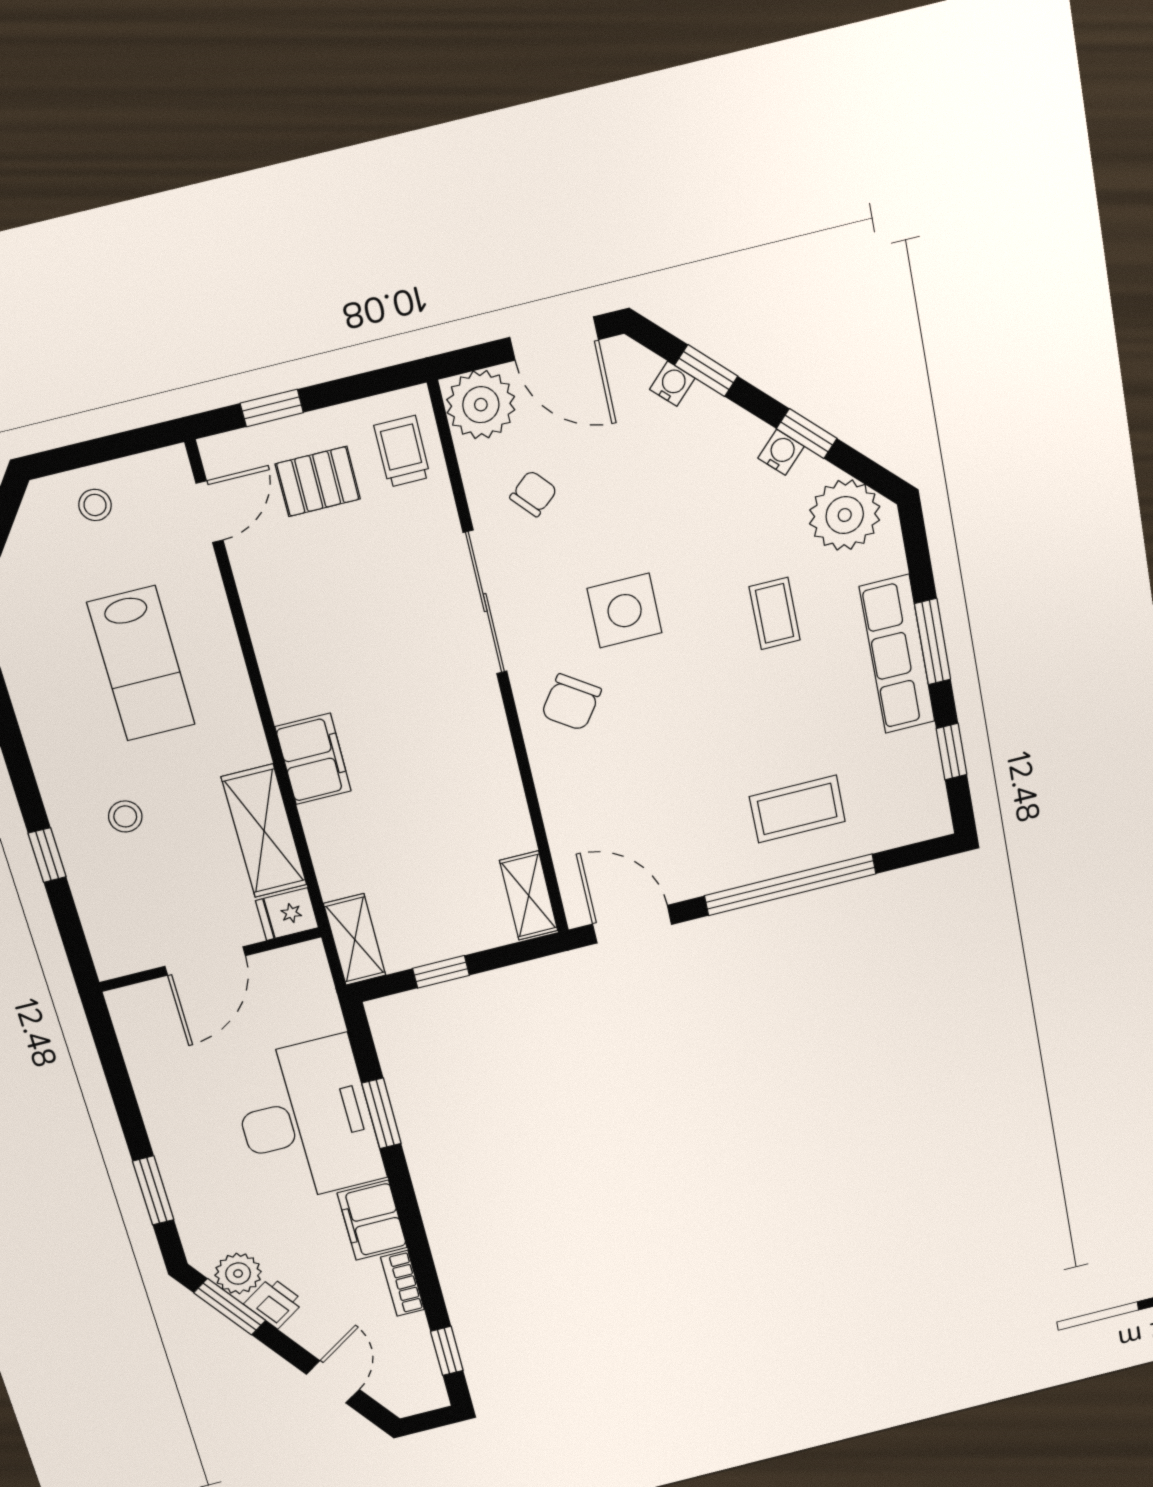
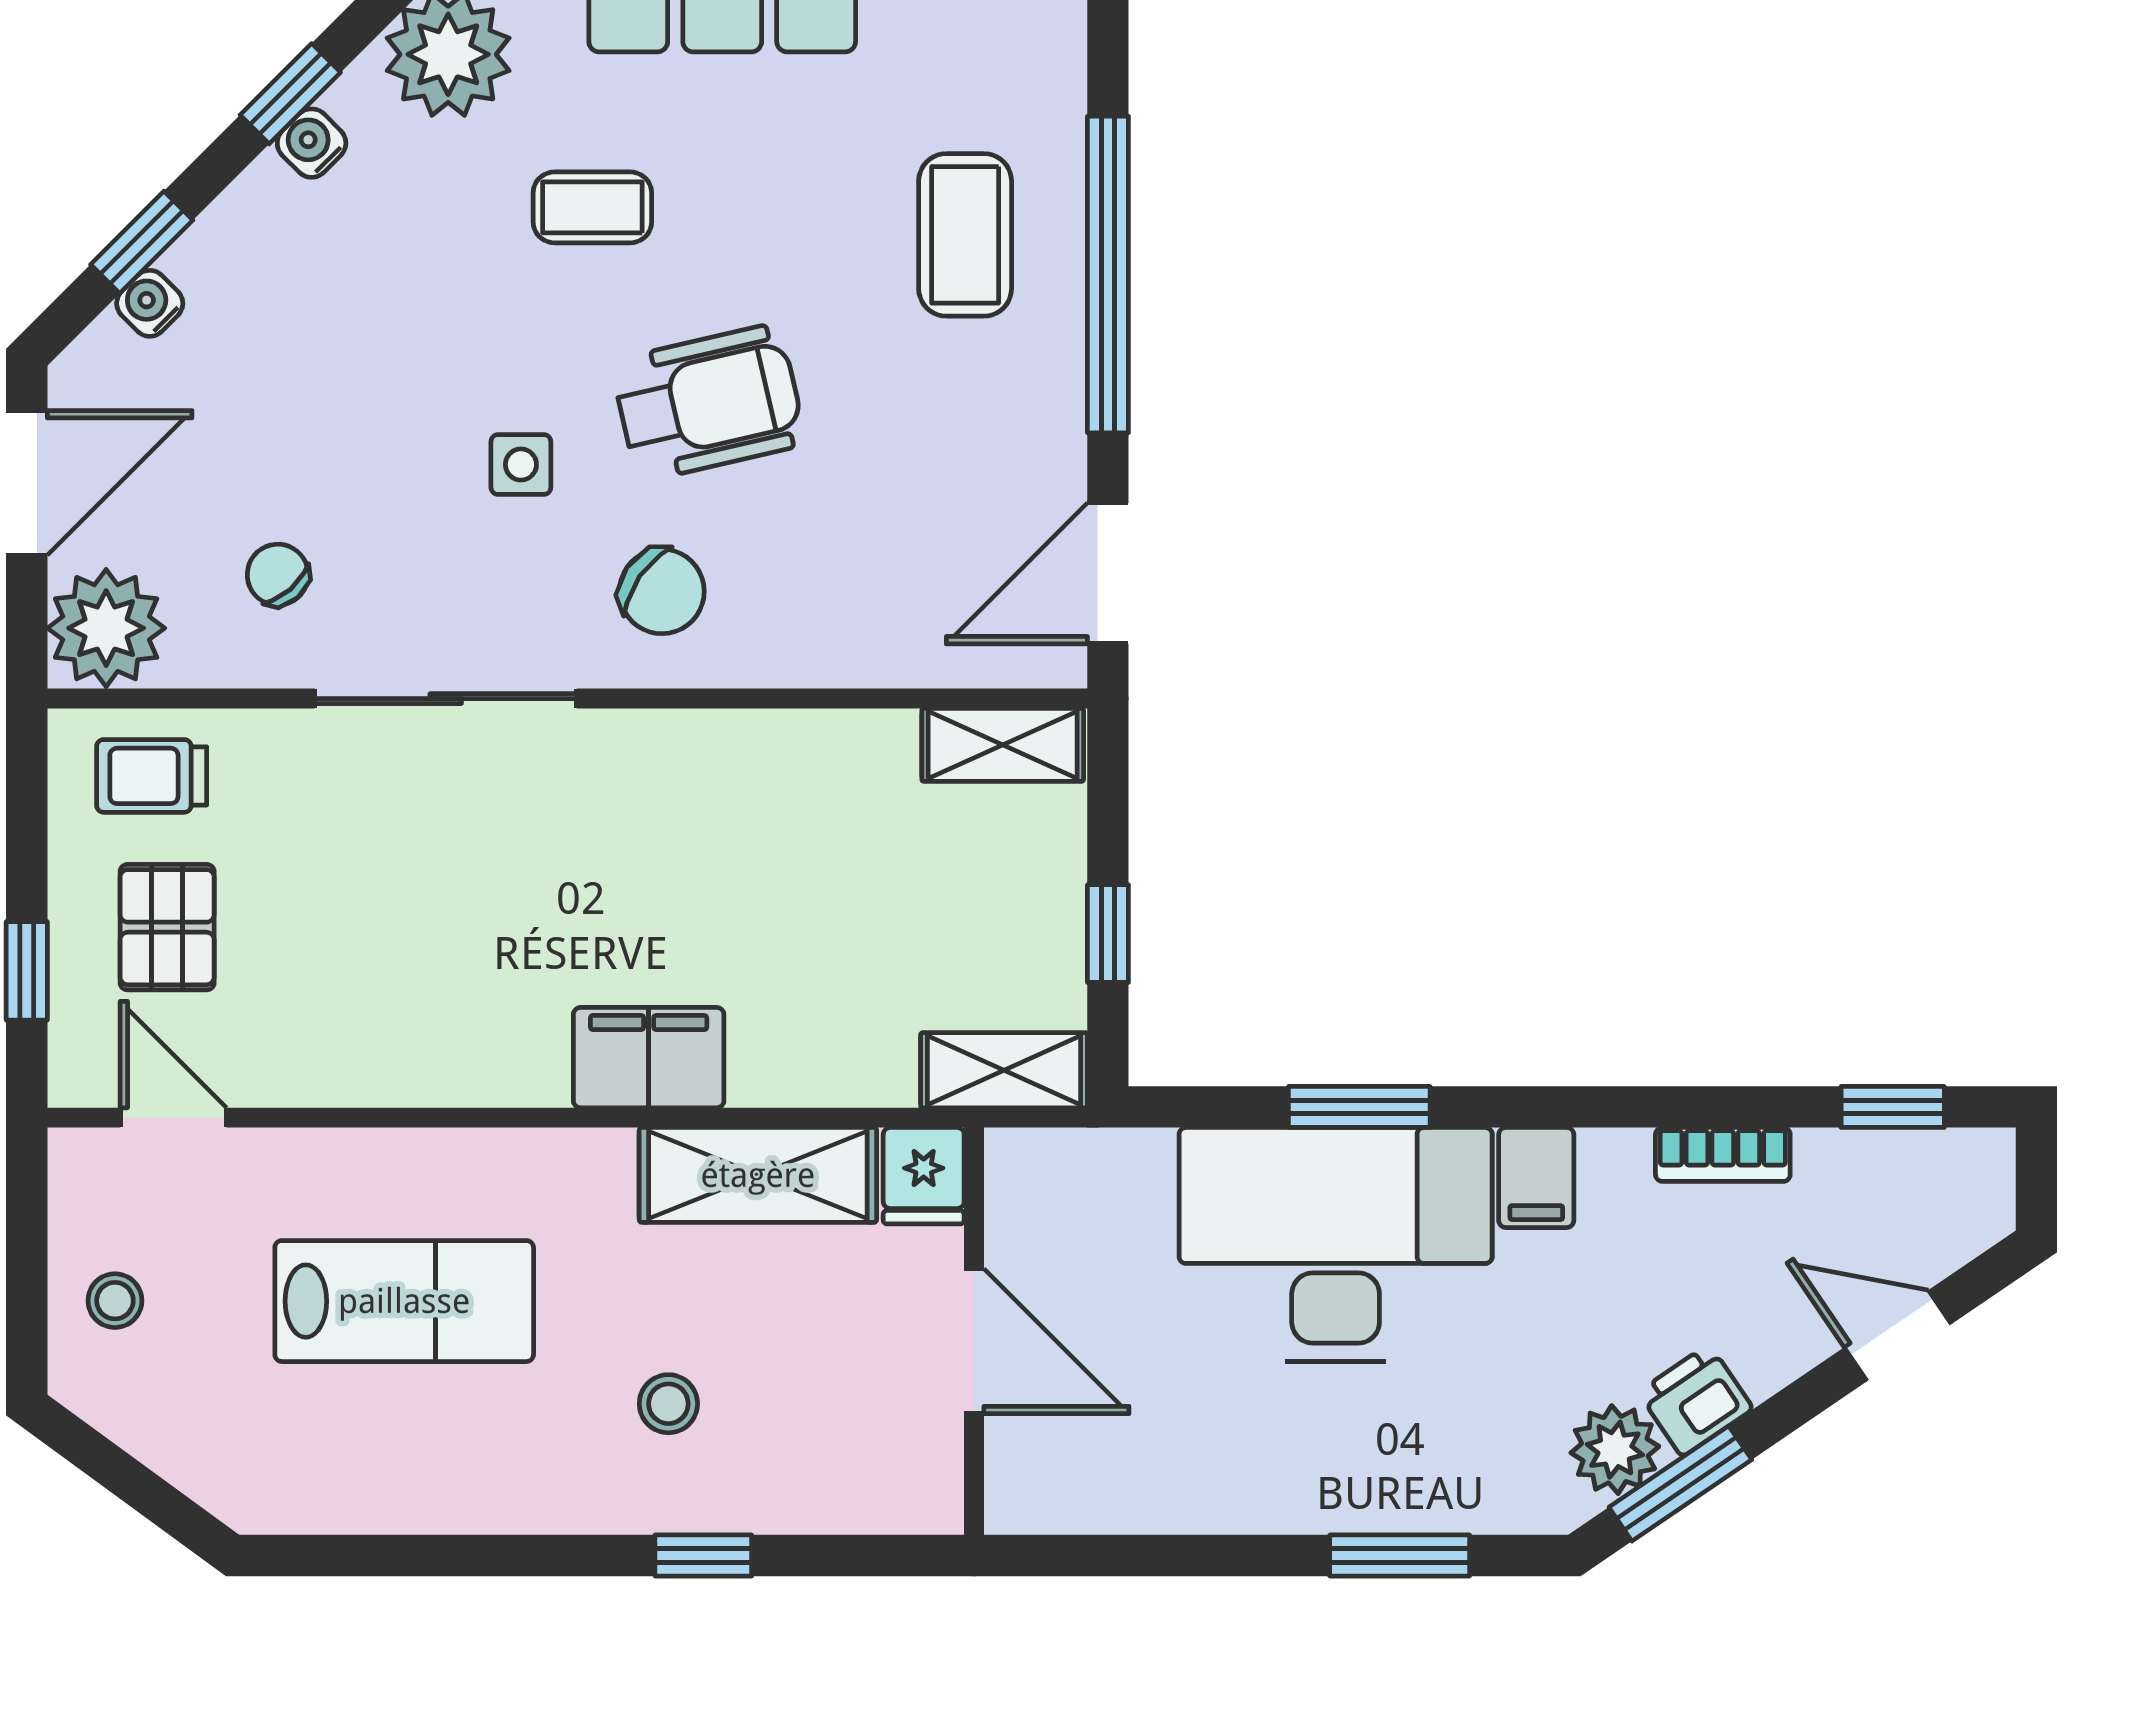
side table: (625, 611) -> (521, 464), width x0.54, depth x0.54
wheelchair: (680, 701) -> (709, 403), added
filing cabinet: (372, 1220) -> (1536, 1178), width x0.50

